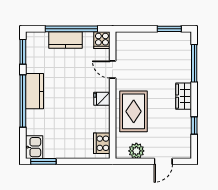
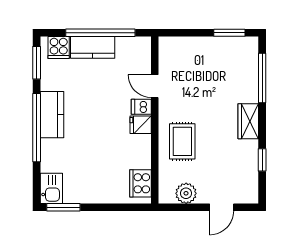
cooker: (102, 40) -> (59, 47), moved
dishwasher: (102, 85) -> (141, 107), added
rug: (134, 111) -> (182, 141), width x0.73, depth x0.70

